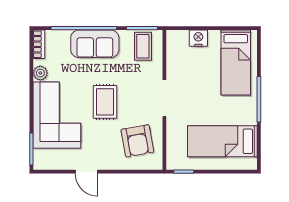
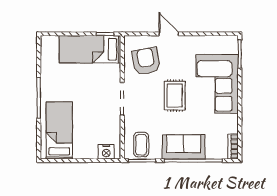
nightstand: (198, 38) -> (106, 152), moved
plant: (40, 73) -> (232, 121), removed
bed: (222, 141) -> (90, 49), moved, turned 180
door: (86, 172) -> (169, 34), moved

